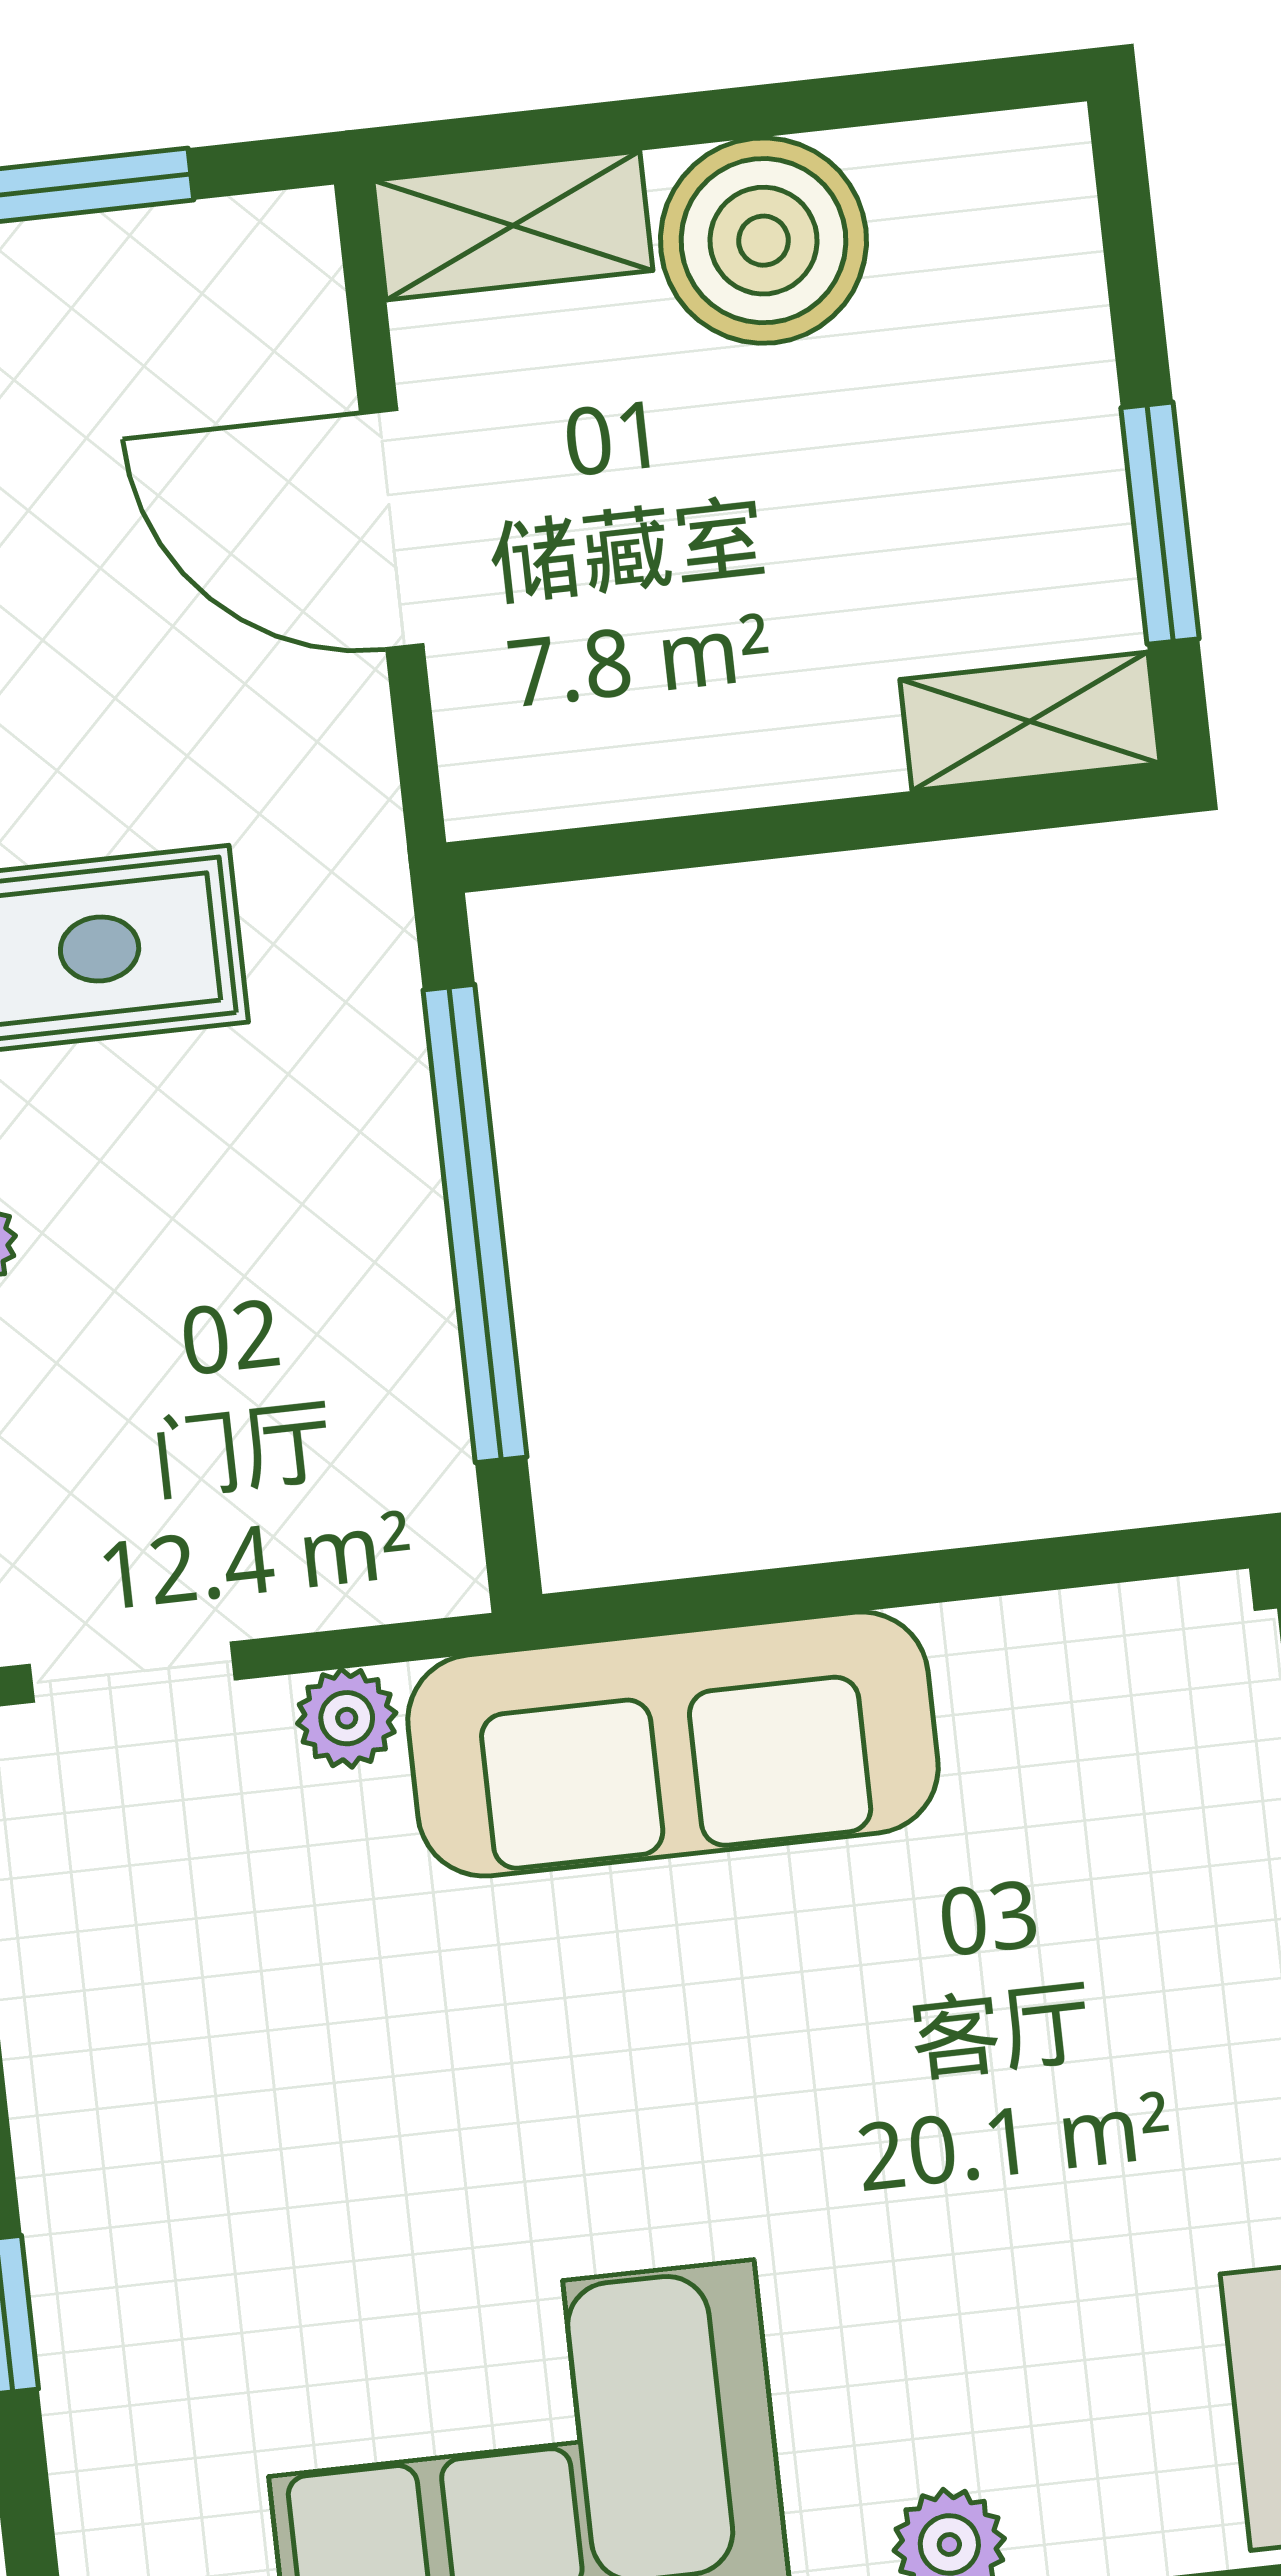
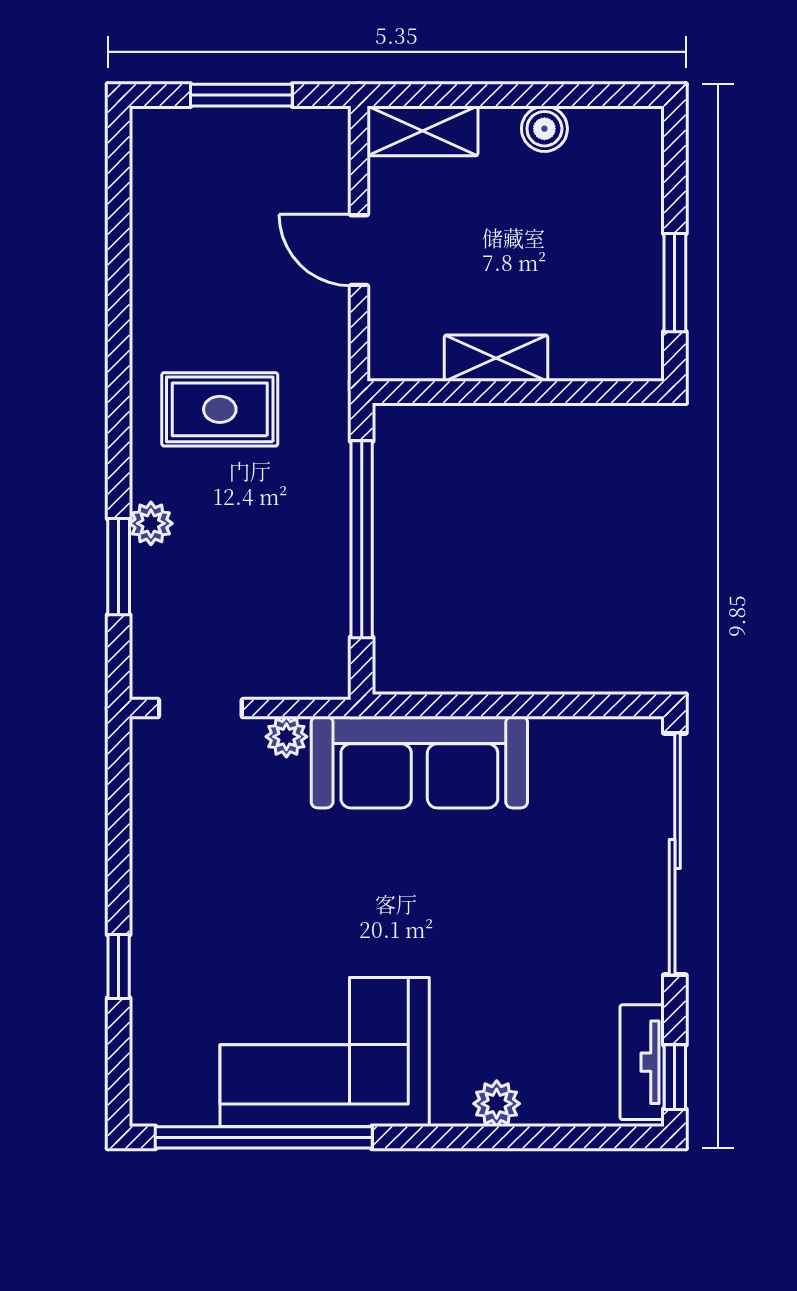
boiler: (763, 241) -> (544, 129), width x0.54, depth x0.54
door: (392, 529) -> (359, 250), width x0.73
shelving: (1030, 721) -> (496, 358), moved

